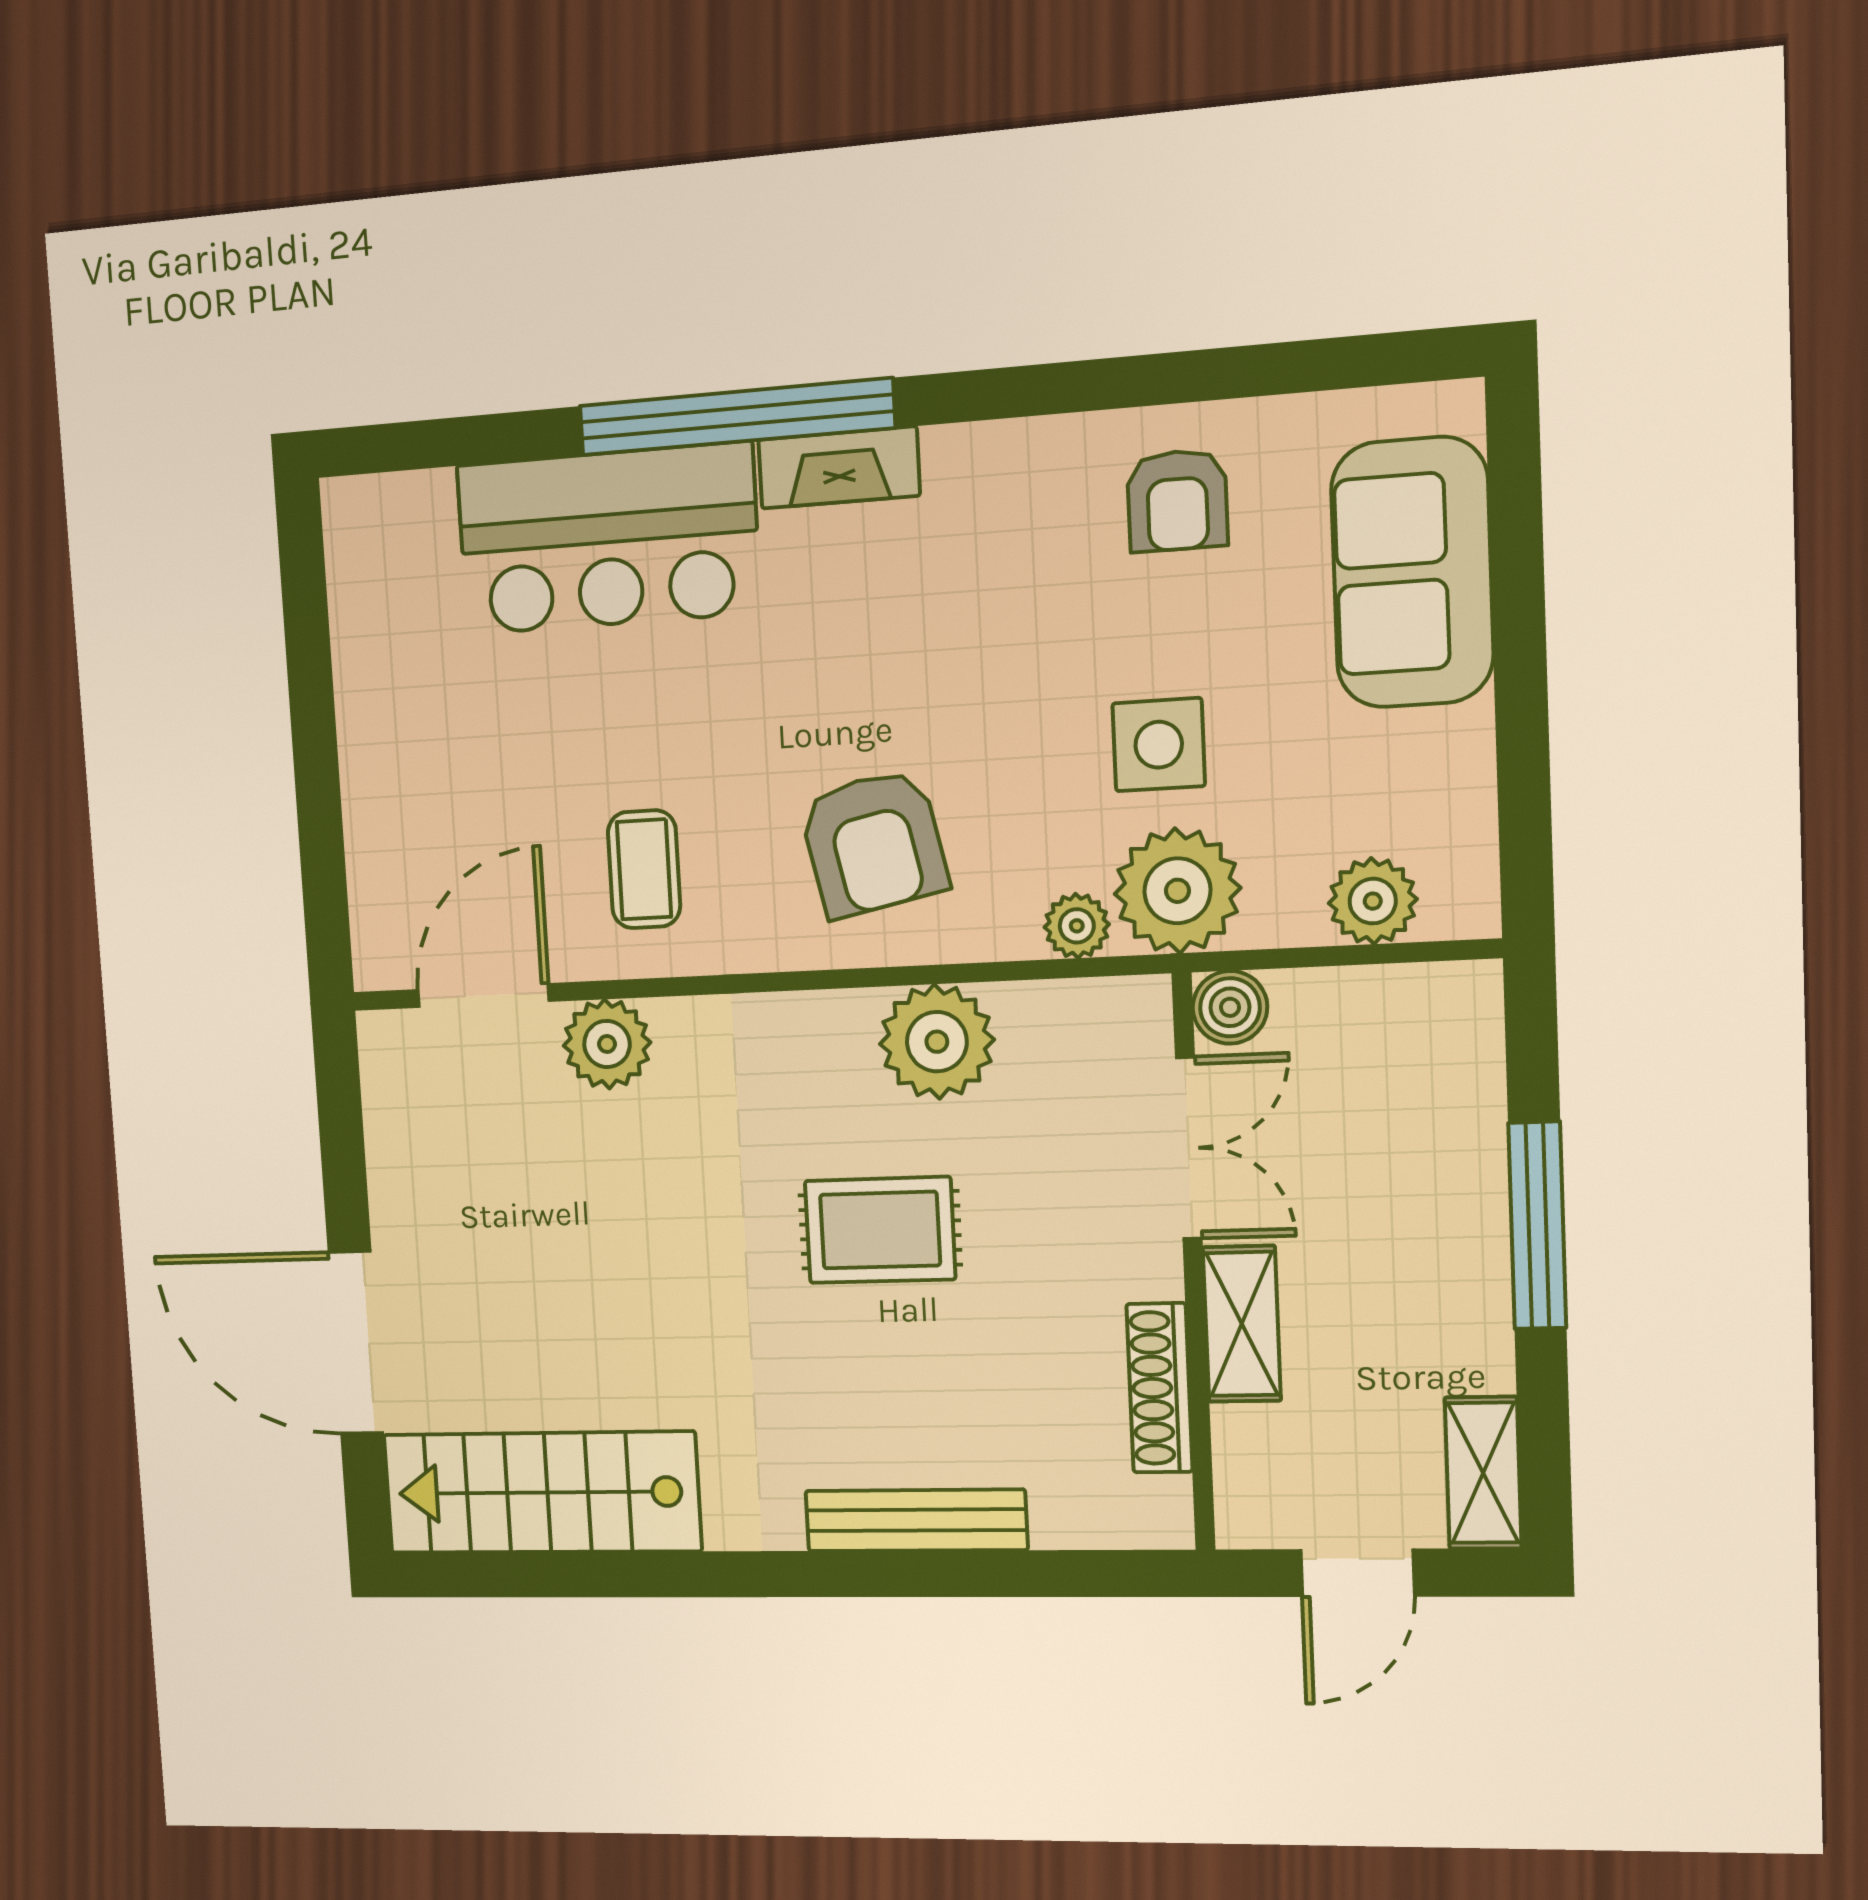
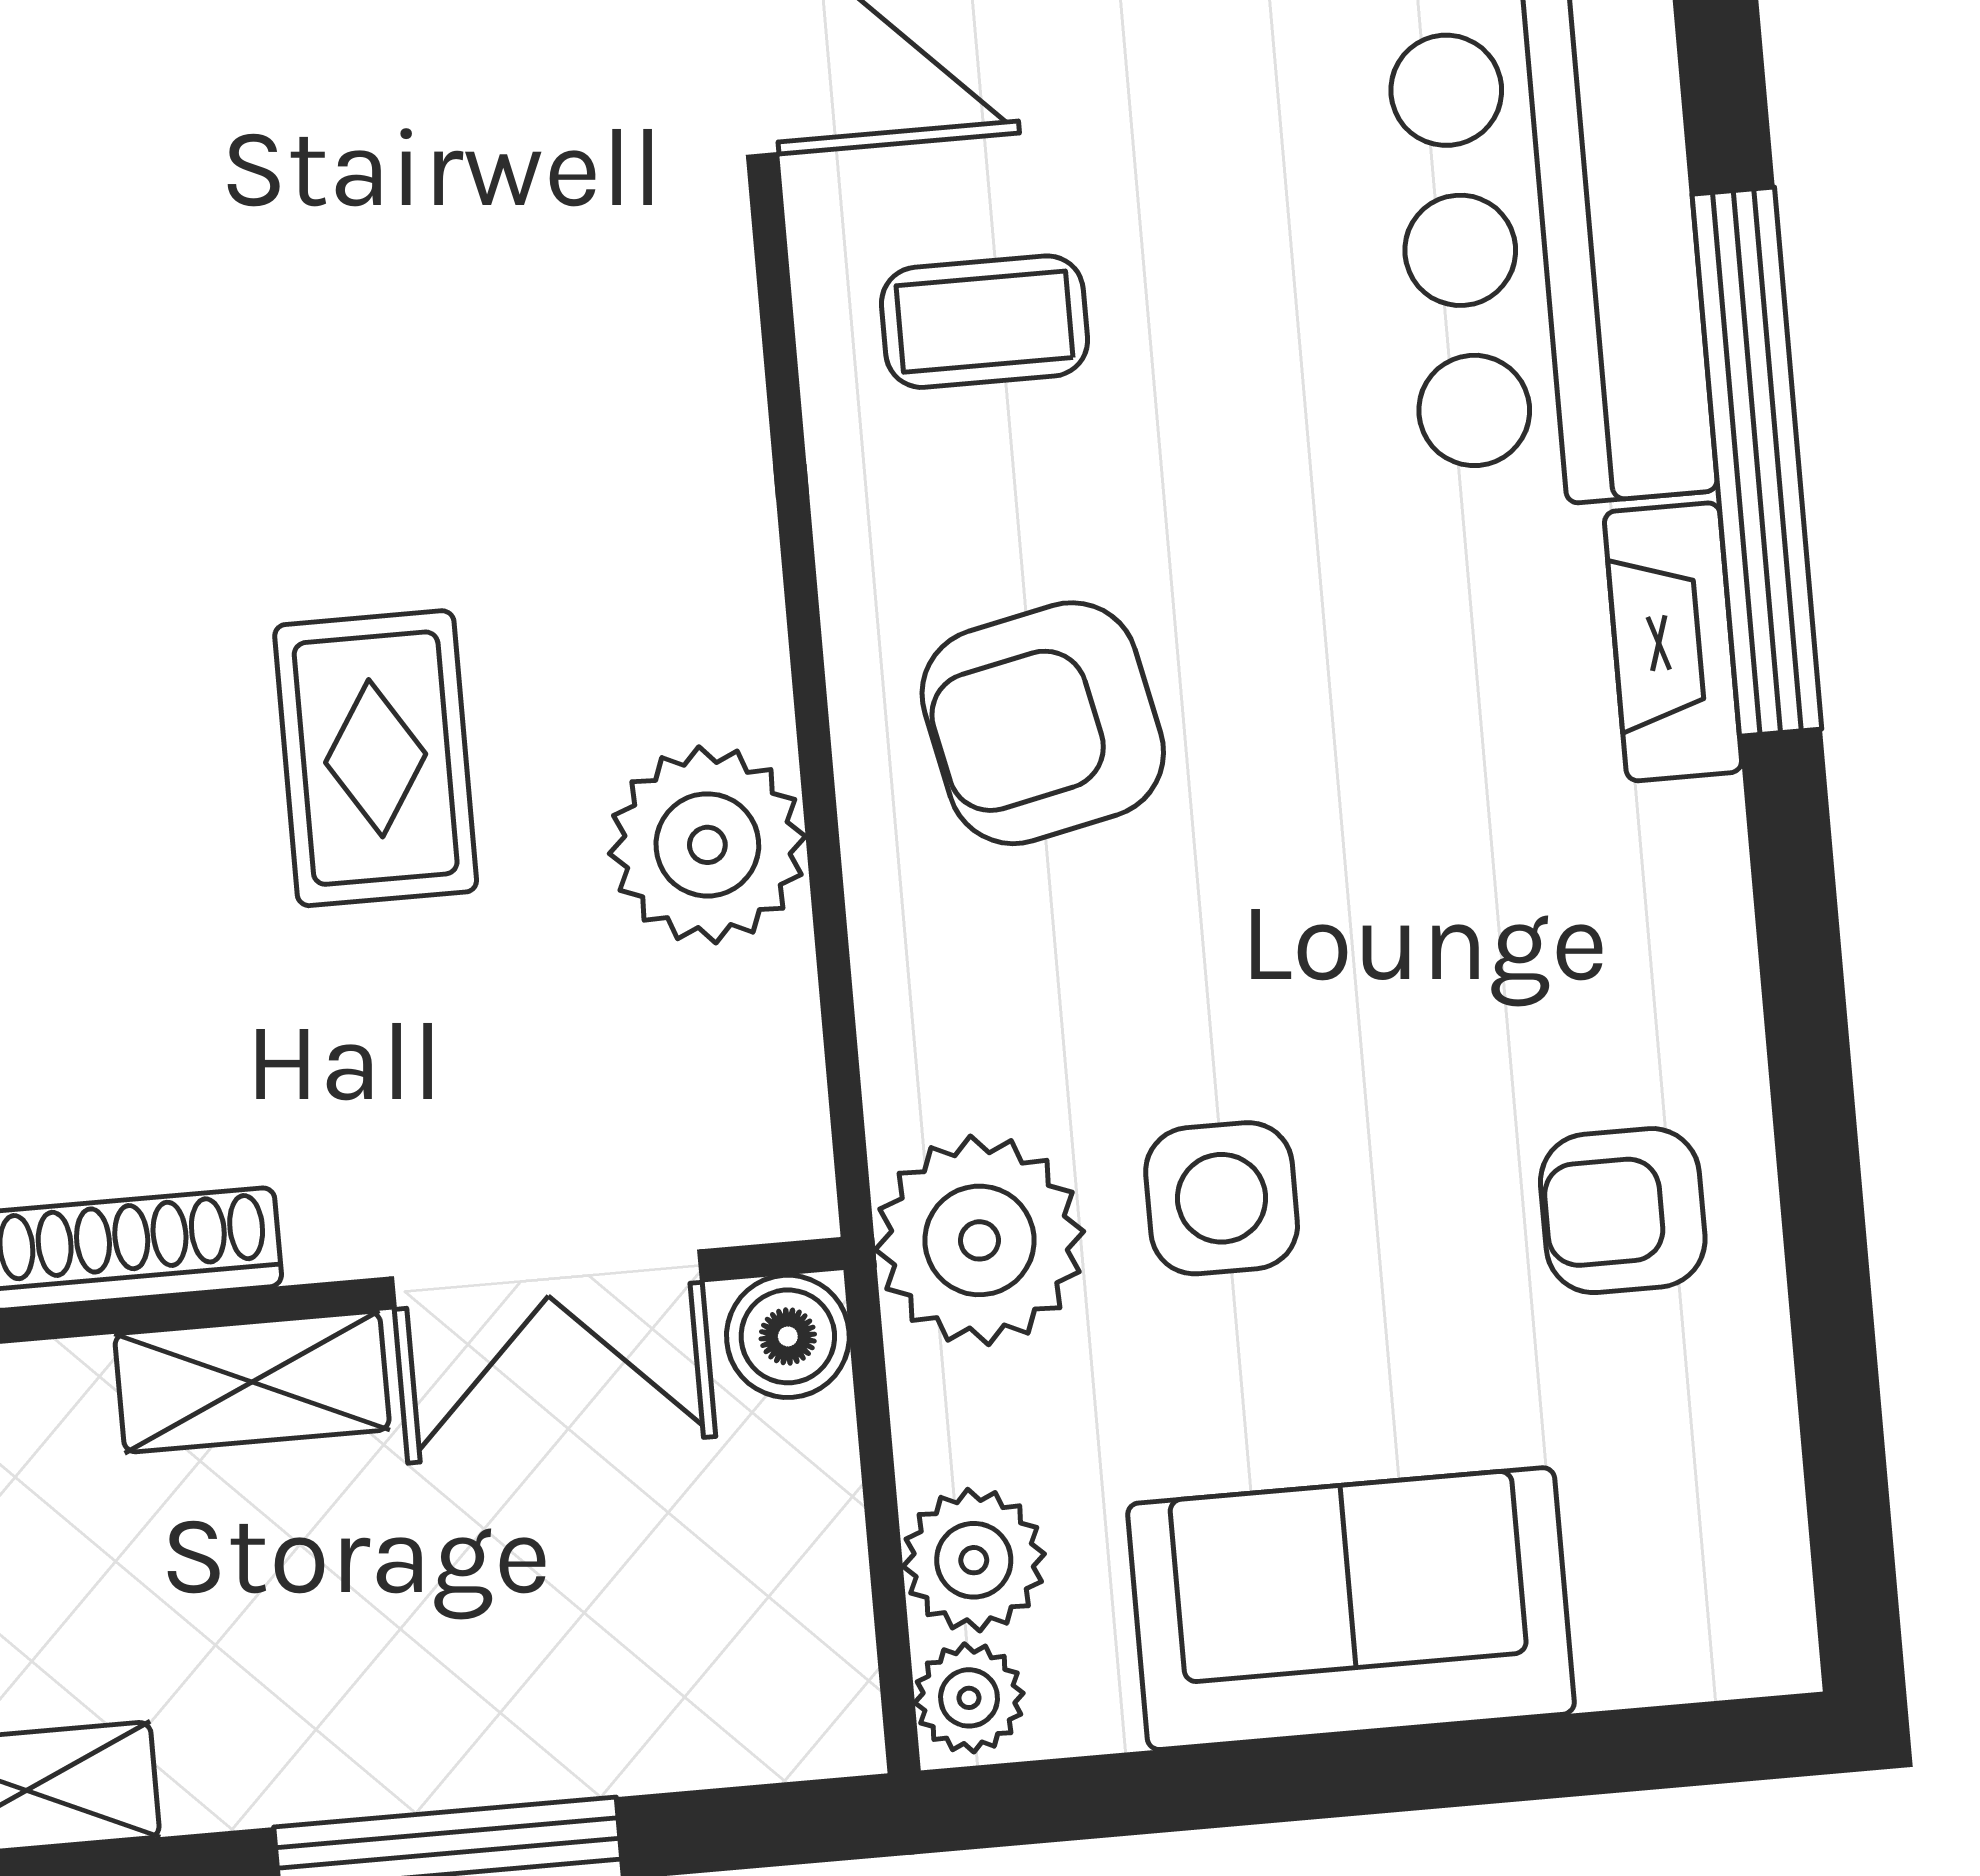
sofa: (1412, 573) -> (1351, 1609), moved
plant: (1077, 926) -> (969, 1698), moved
plant: (607, 1044) -> (677, 263), removed

